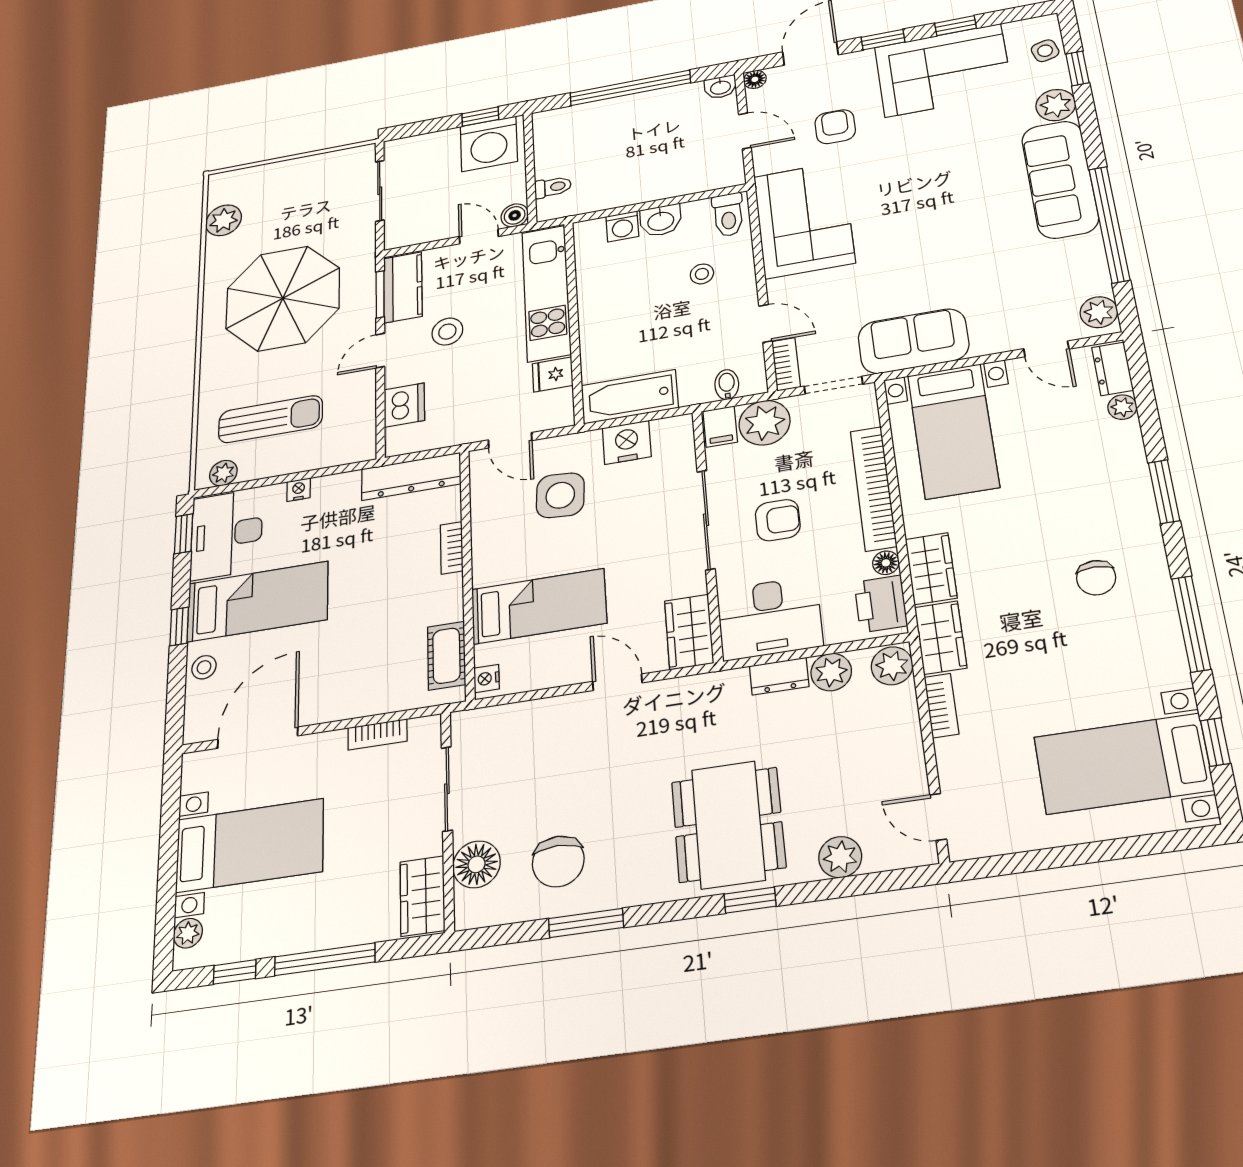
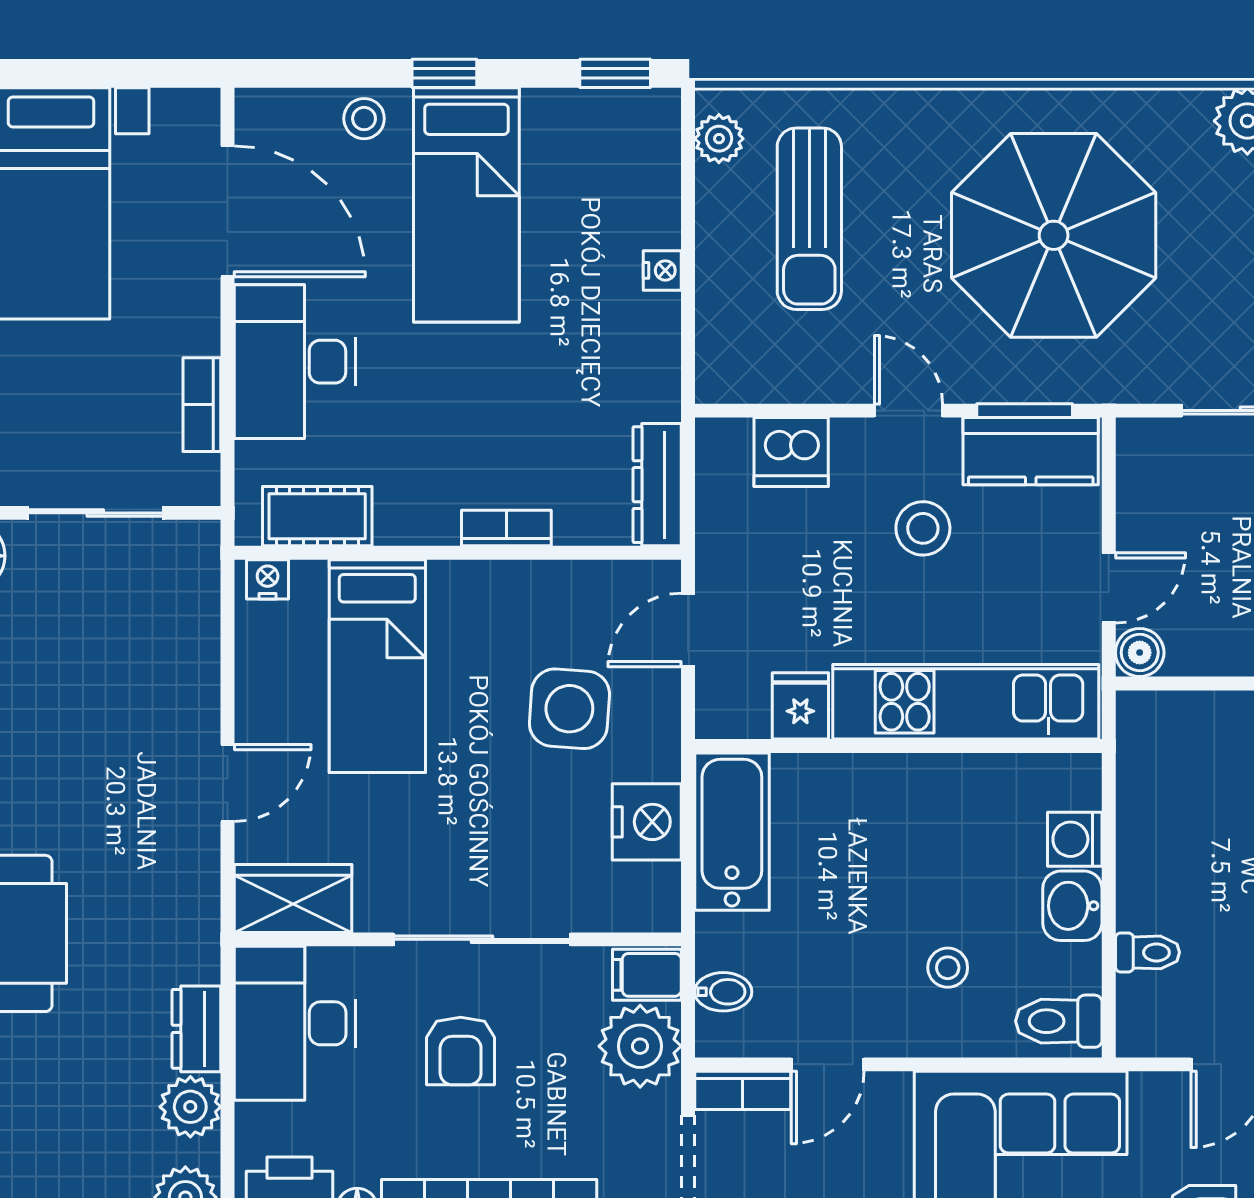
toilet: (553, 187) -> (1147, 952), moved, turned -90
dresser: (411, 476) -> (657, 485), width x0.73, depth x0.80
desk: (227, 534) -> (295, 362), moved, turned -90

